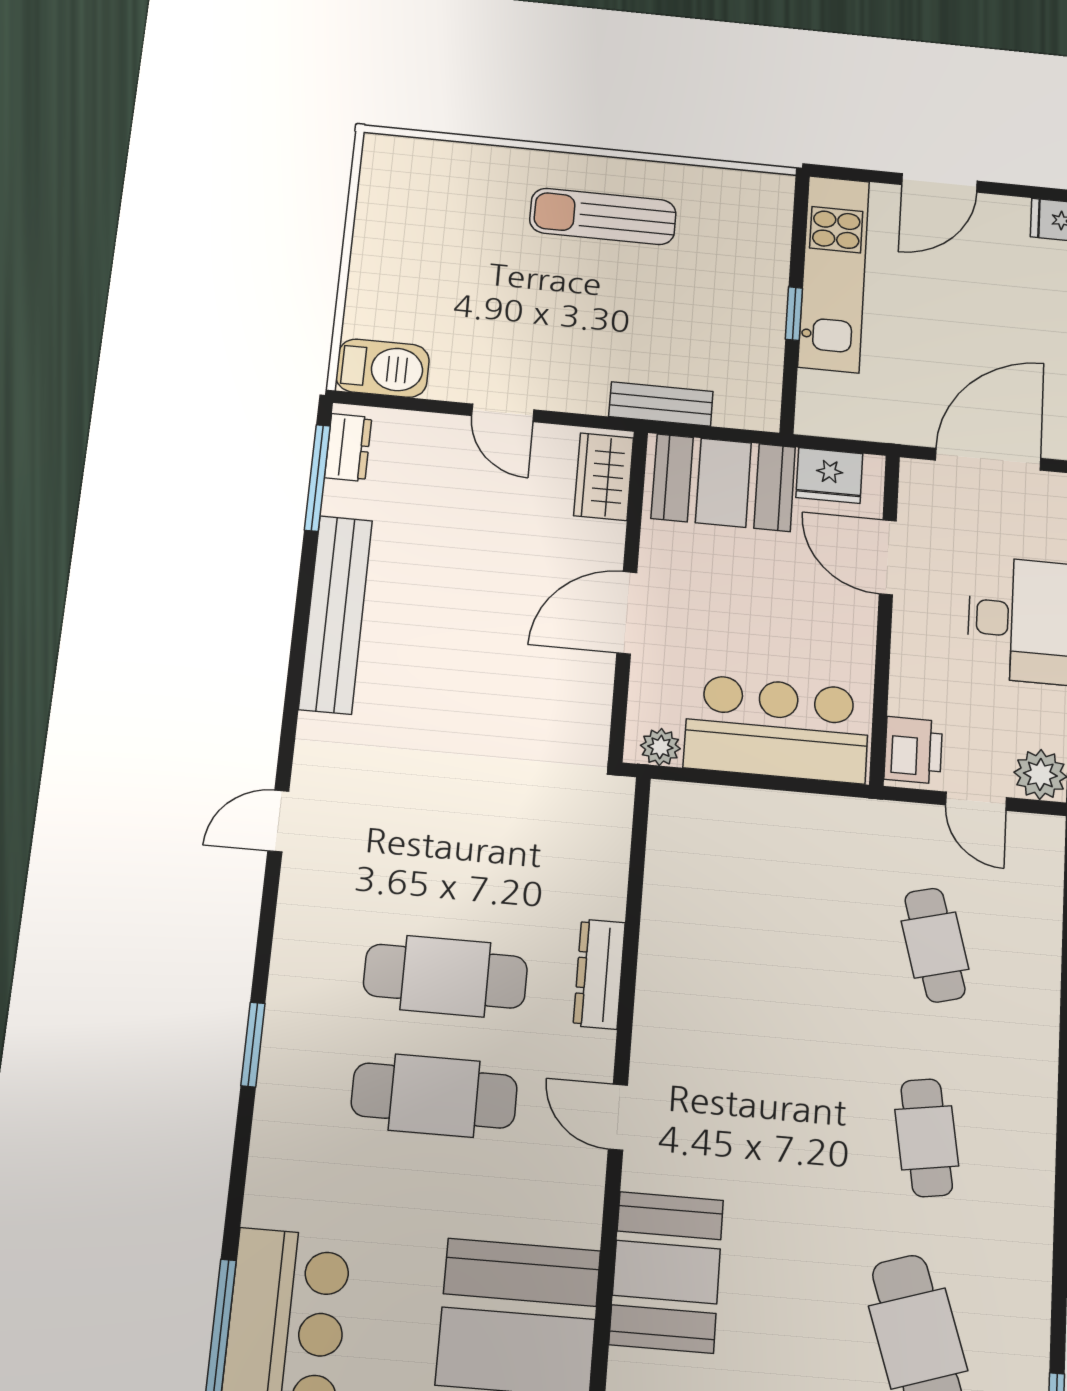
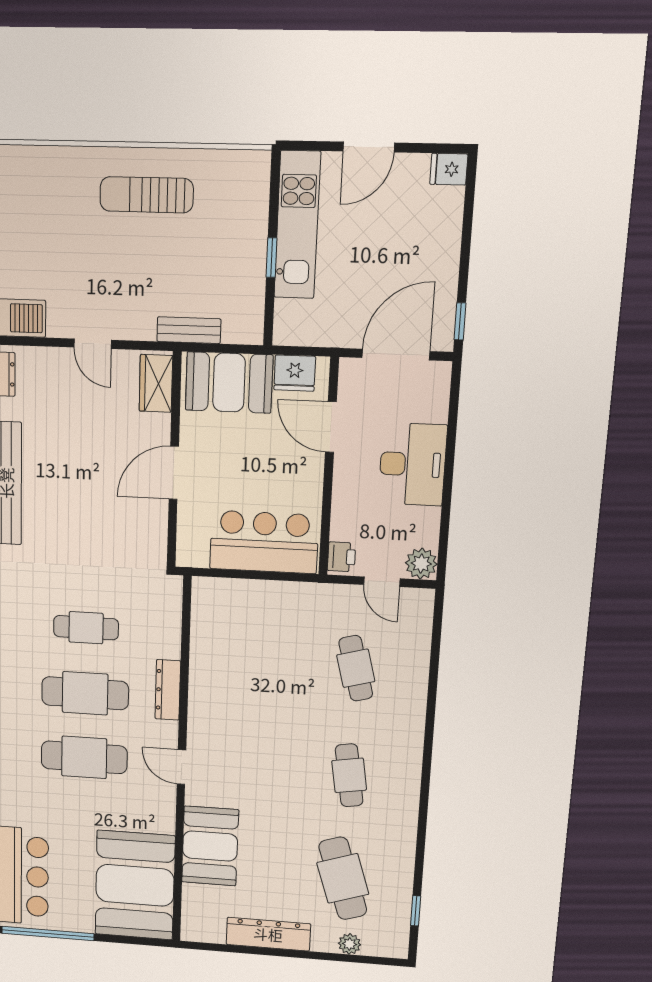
plant: (660, 747) -> (197, 556), removed
printer: (913, 750) -> (341, 557), width x0.73, depth x0.81
cafe table: (456, 860) -> (86, 628), added

